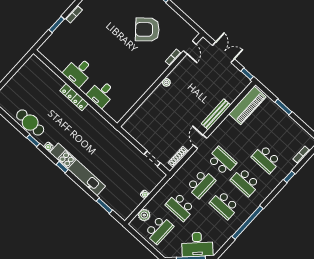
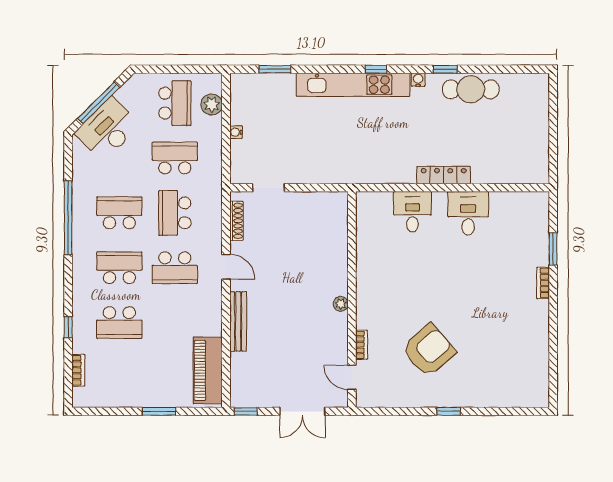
school desk: (266, 159) -> (119, 323), turned 180
school desk: (159, 230) -> (175, 103), turned 180

